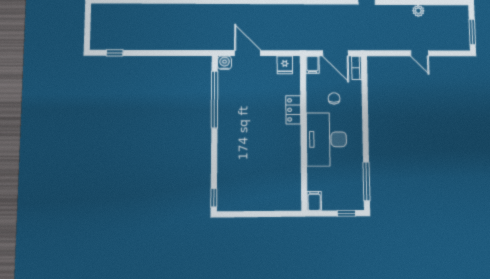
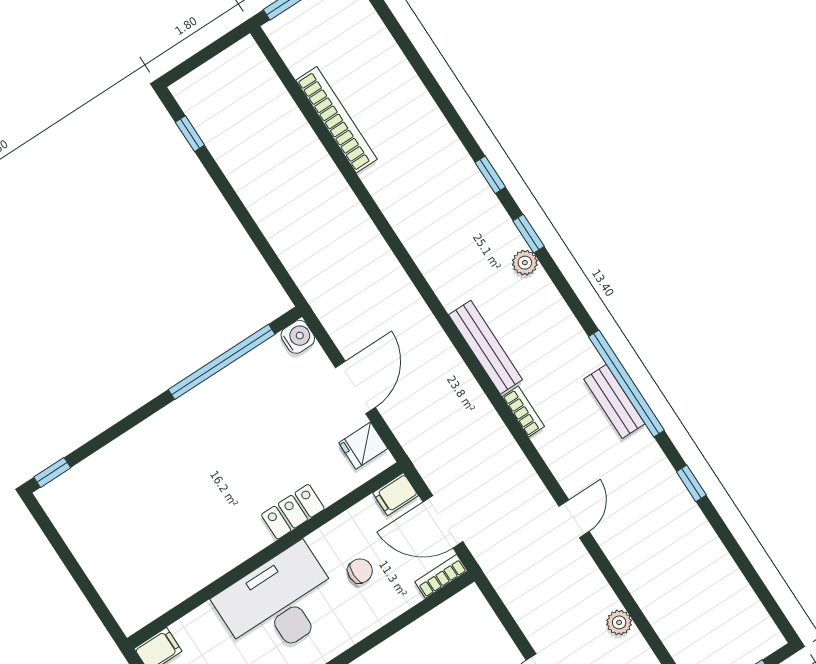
door: (248, 53) -> (355, 387), moved
door: (335, 53) -> (443, 522), hinge flipped

